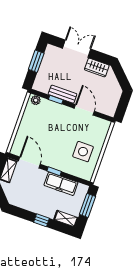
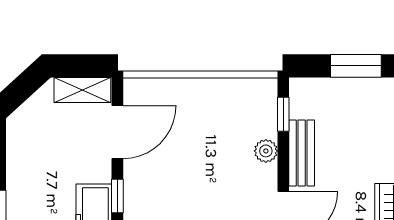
plant: (36, 100) -> (266, 151), moved
window: (56, 100) -> (283, 114), moved

